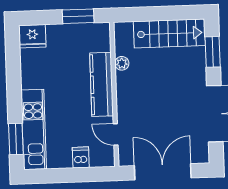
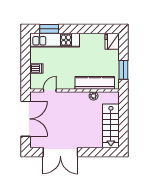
window: (213, 52) -> (99, 152), removed
kitchen counter: (101, 84) -> (95, 83), moved

